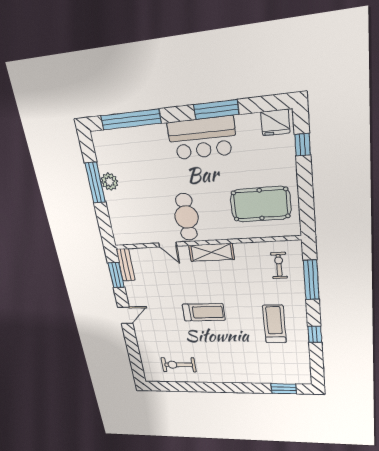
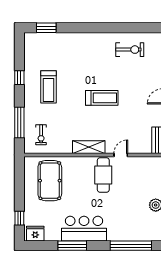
pool table: (261, 204) -> (50, 181), turned 90
door: (168, 245) -> (121, 155), hinge flipped
treadmill: (204, 312) -> (102, 98), turned 180

